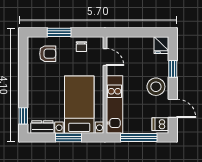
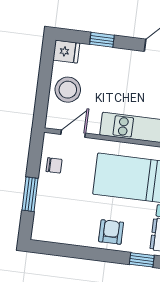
armchair: (48, 54) -> (111, 232), moved
stool: (156, 87) -> (68, 90), moved

